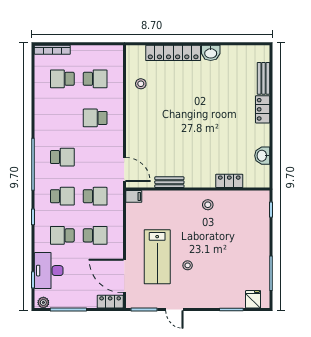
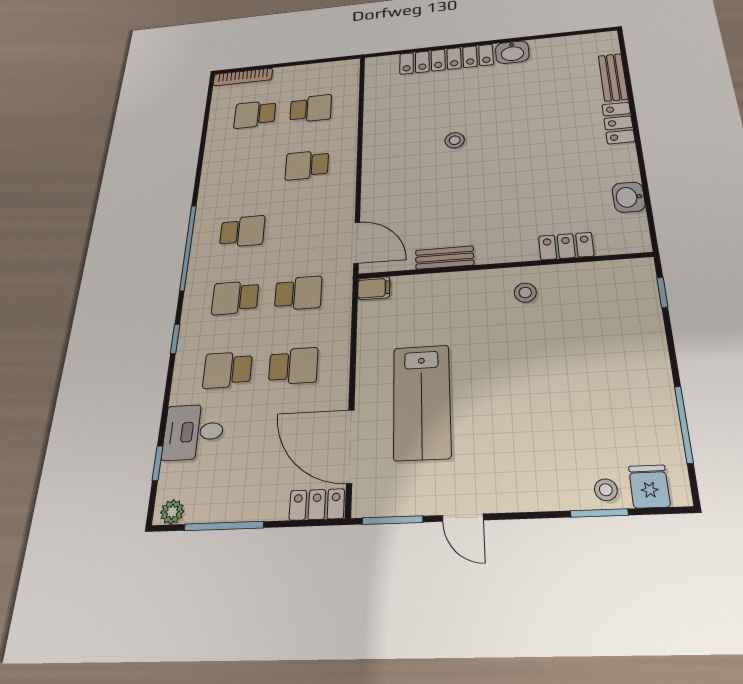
stool: (141, 84) -> (455, 140), moved
school desk: (62, 196) -> (235, 298), turned 180
stool: (188, 265) -> (606, 490), moved
desk: (49, 271) -> (193, 432), width x0.73

